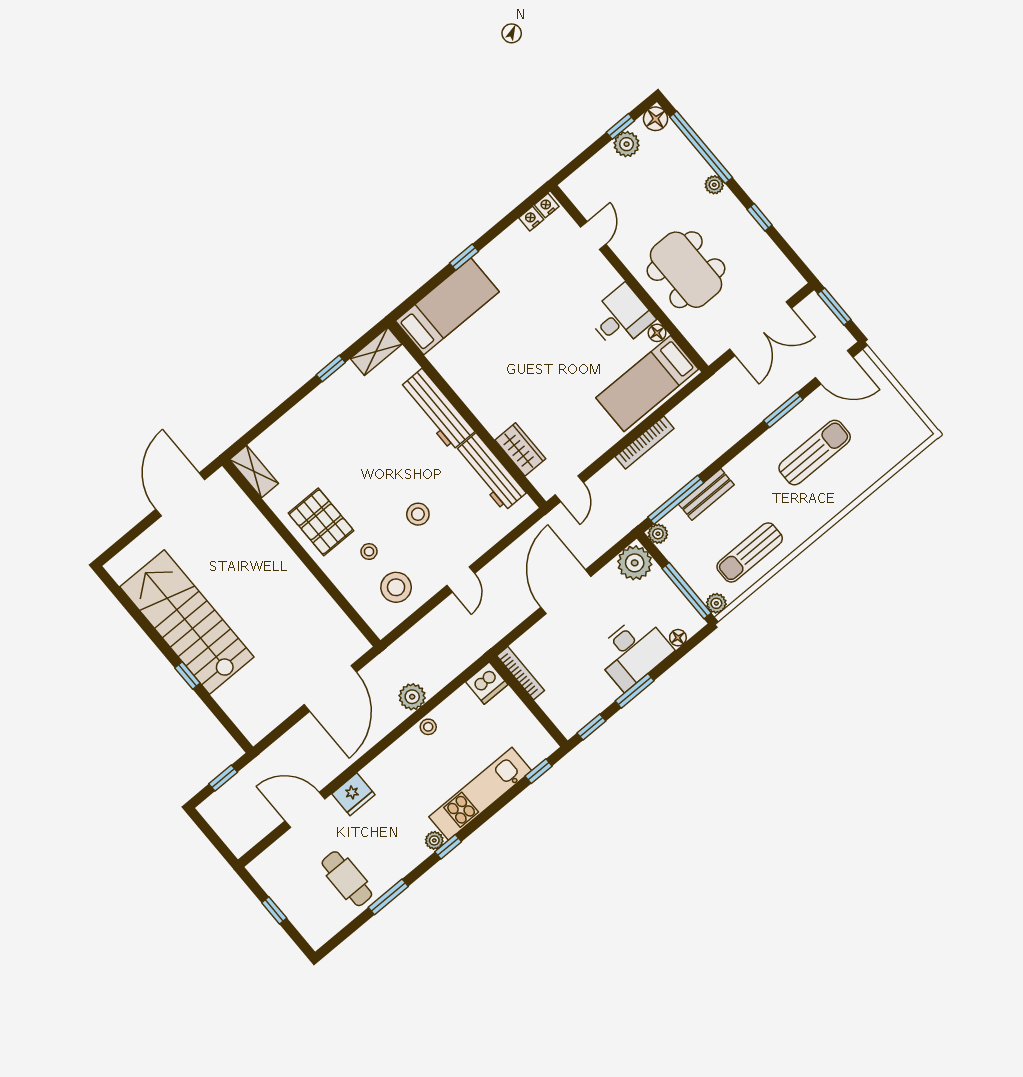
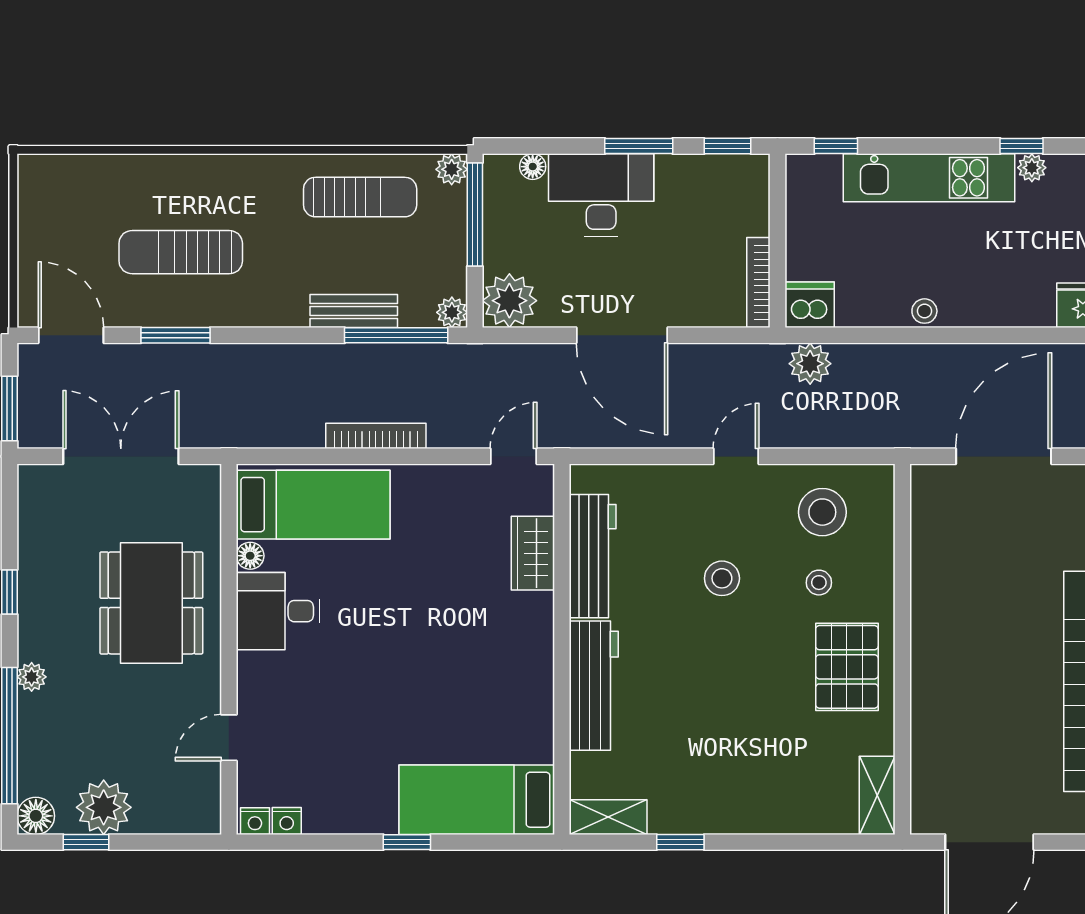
plant: (627, 144) -> (104, 807), width x1.36, depth x1.36
door: (566, 592) -> (622, 335), hinge flipped
plant: (412, 697) -> (810, 364), moved

